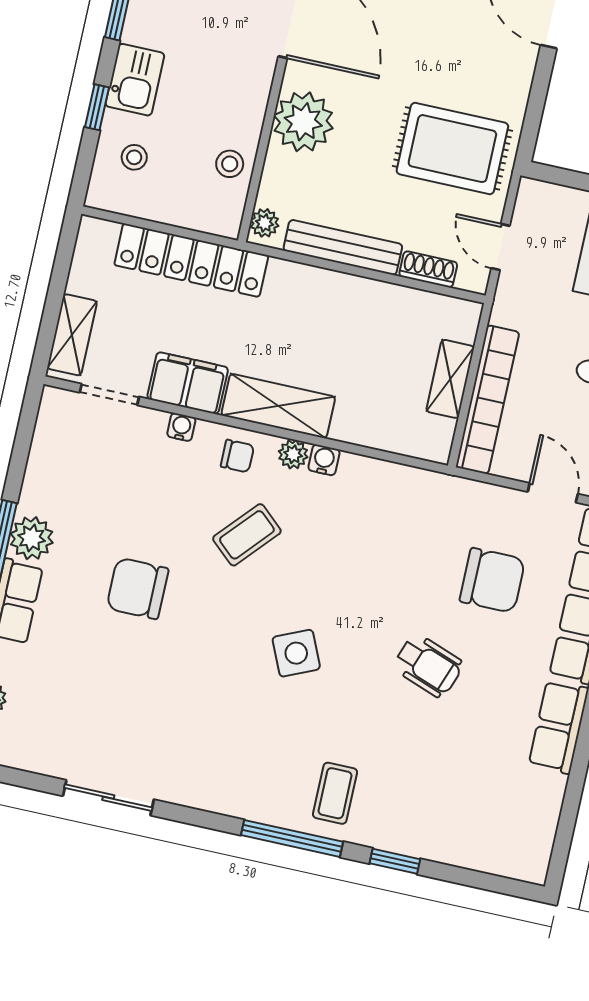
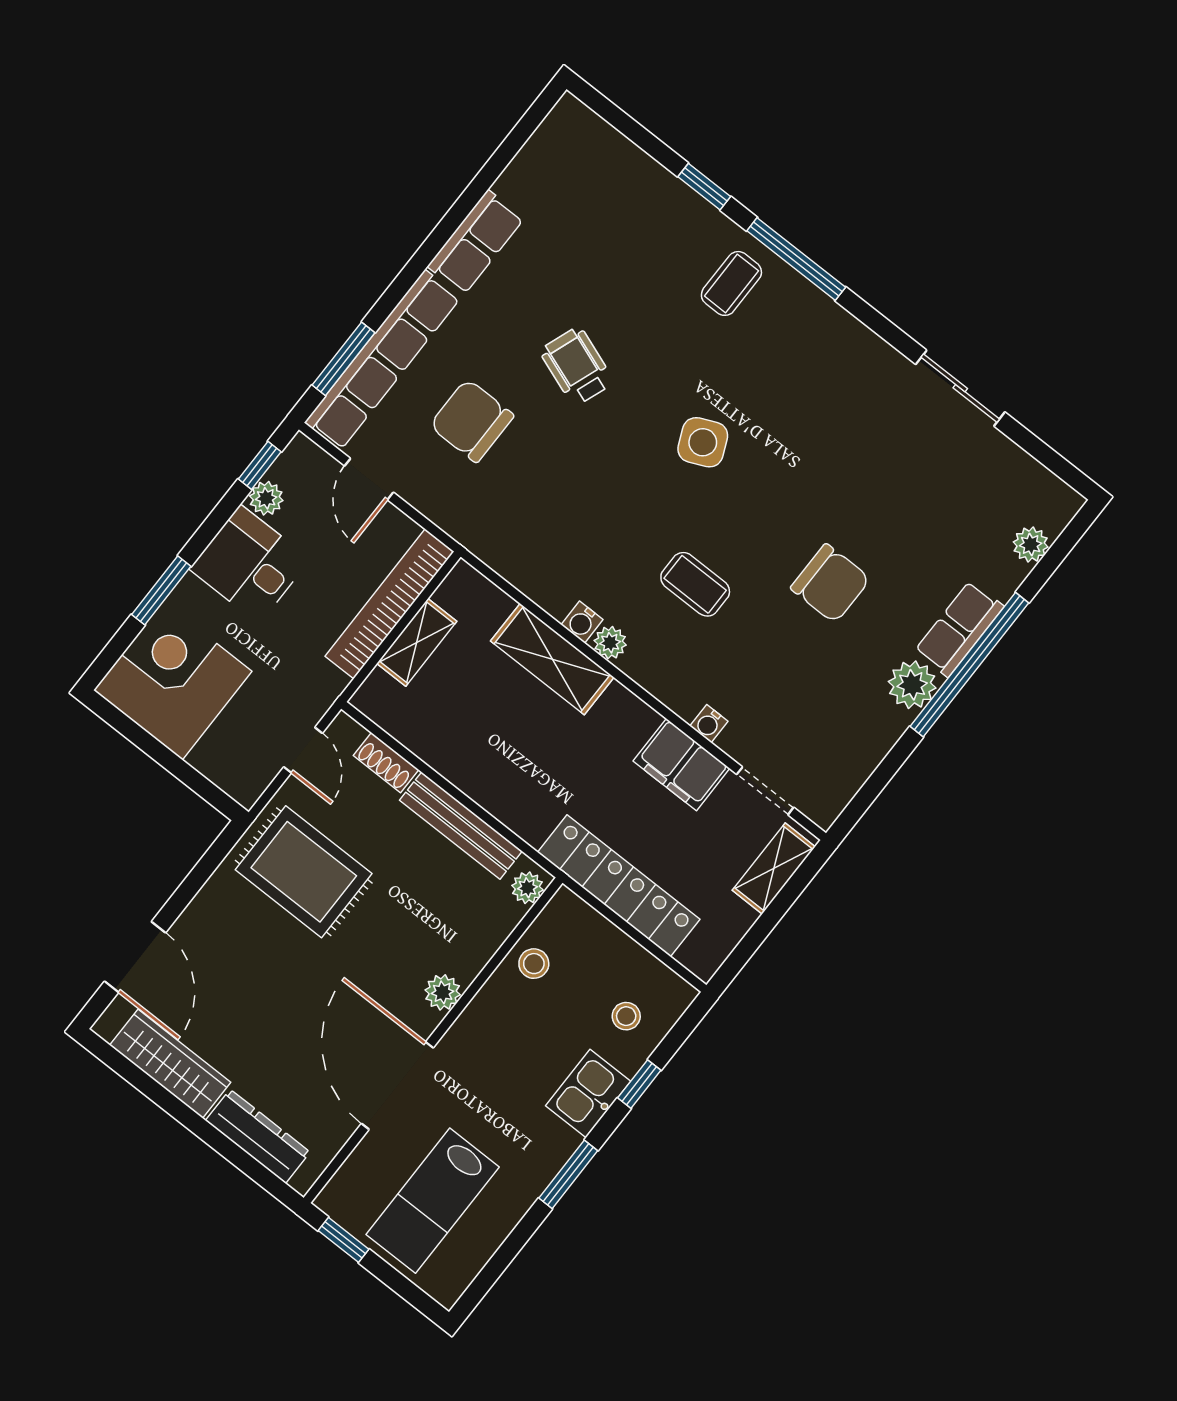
plant: (303, 122) -> (443, 992), width x0.53, depth x0.53
shelving: (278, 406) -> (552, 659), moved
chair: (237, 456) -> (667, 668), removed
coffee table: (247, 535) -> (695, 584), turned 48

